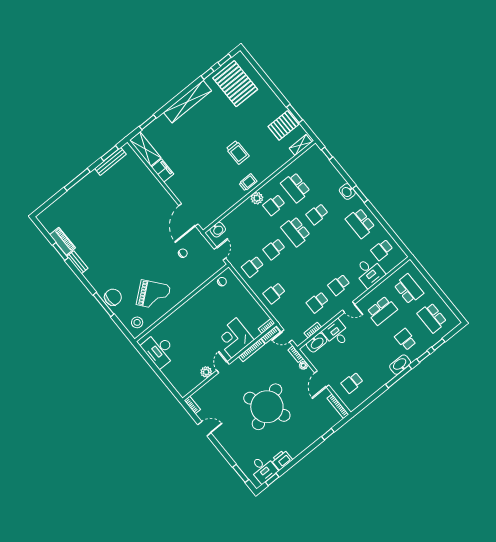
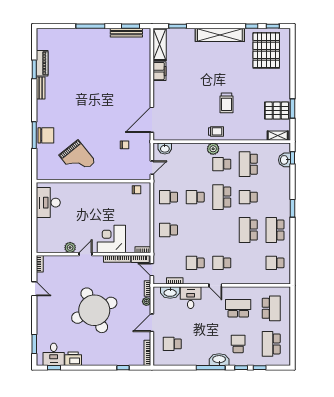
washbasin: (347, 192) -> (284, 160), moved
school desk: (339, 241) -> (248, 230), added
desk: (369, 272) -> (252, 272), removed
school desk: (382, 311) -> (238, 308), turned 180
stool: (137, 322) -> (49, 169), removed

